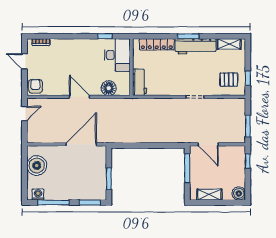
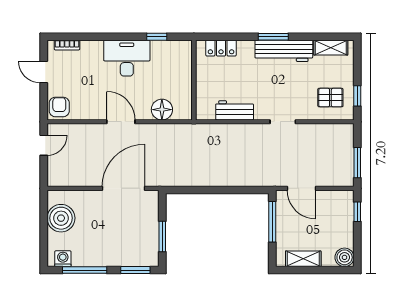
locker: (157, 44) -> (221, 48), width x0.66
desk: (117, 55) -> (127, 58), moved, turned -90
workbench: (140, 82) -> (235, 110), moved, turned -90

